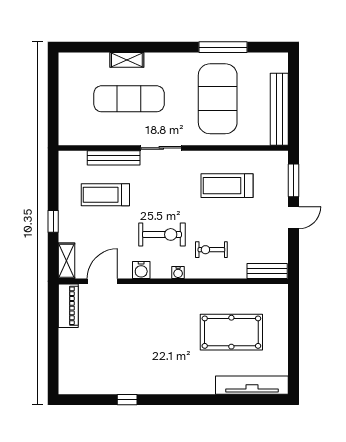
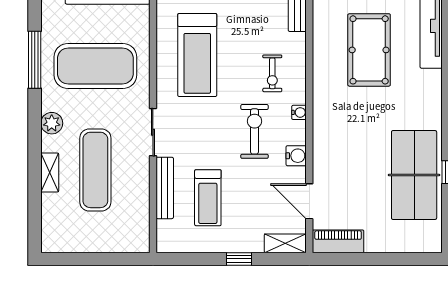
plant: (169, 62) -> (52, 123), added
treadmill: (227, 186) -> (197, 55), width x1.37, depth x1.38
table tennis table: (125, 371) -> (414, 175), added

